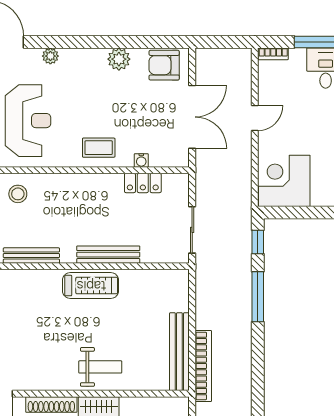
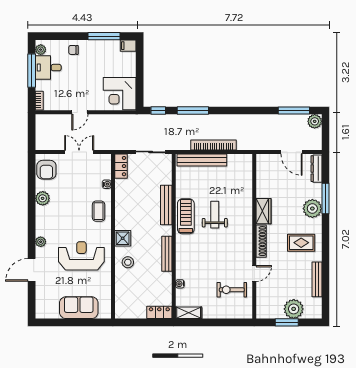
double door: (192, 117) -> (79, 152), width x0.73
door: (255, 118) -> (80, 112), swing flipped
locker: (143, 183) -> (121, 166), moved
shower: (56, 186) -> (123, 238), added
bench: (179, 352) -> (202, 160), moved
bookcase: (203, 366) -> (213, 145), moved
weight bench: (100, 367) -> (215, 215), moved

